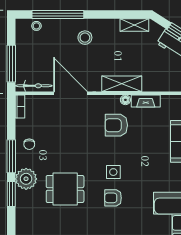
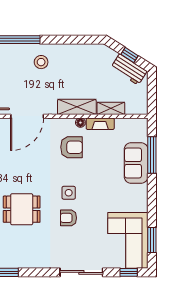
shelving: (134, 25) -> (111, 108), moved
door: (70, 93) -> (27, 116), swing flipped
armchair: (116, 125) -> (72, 147), turned 180

